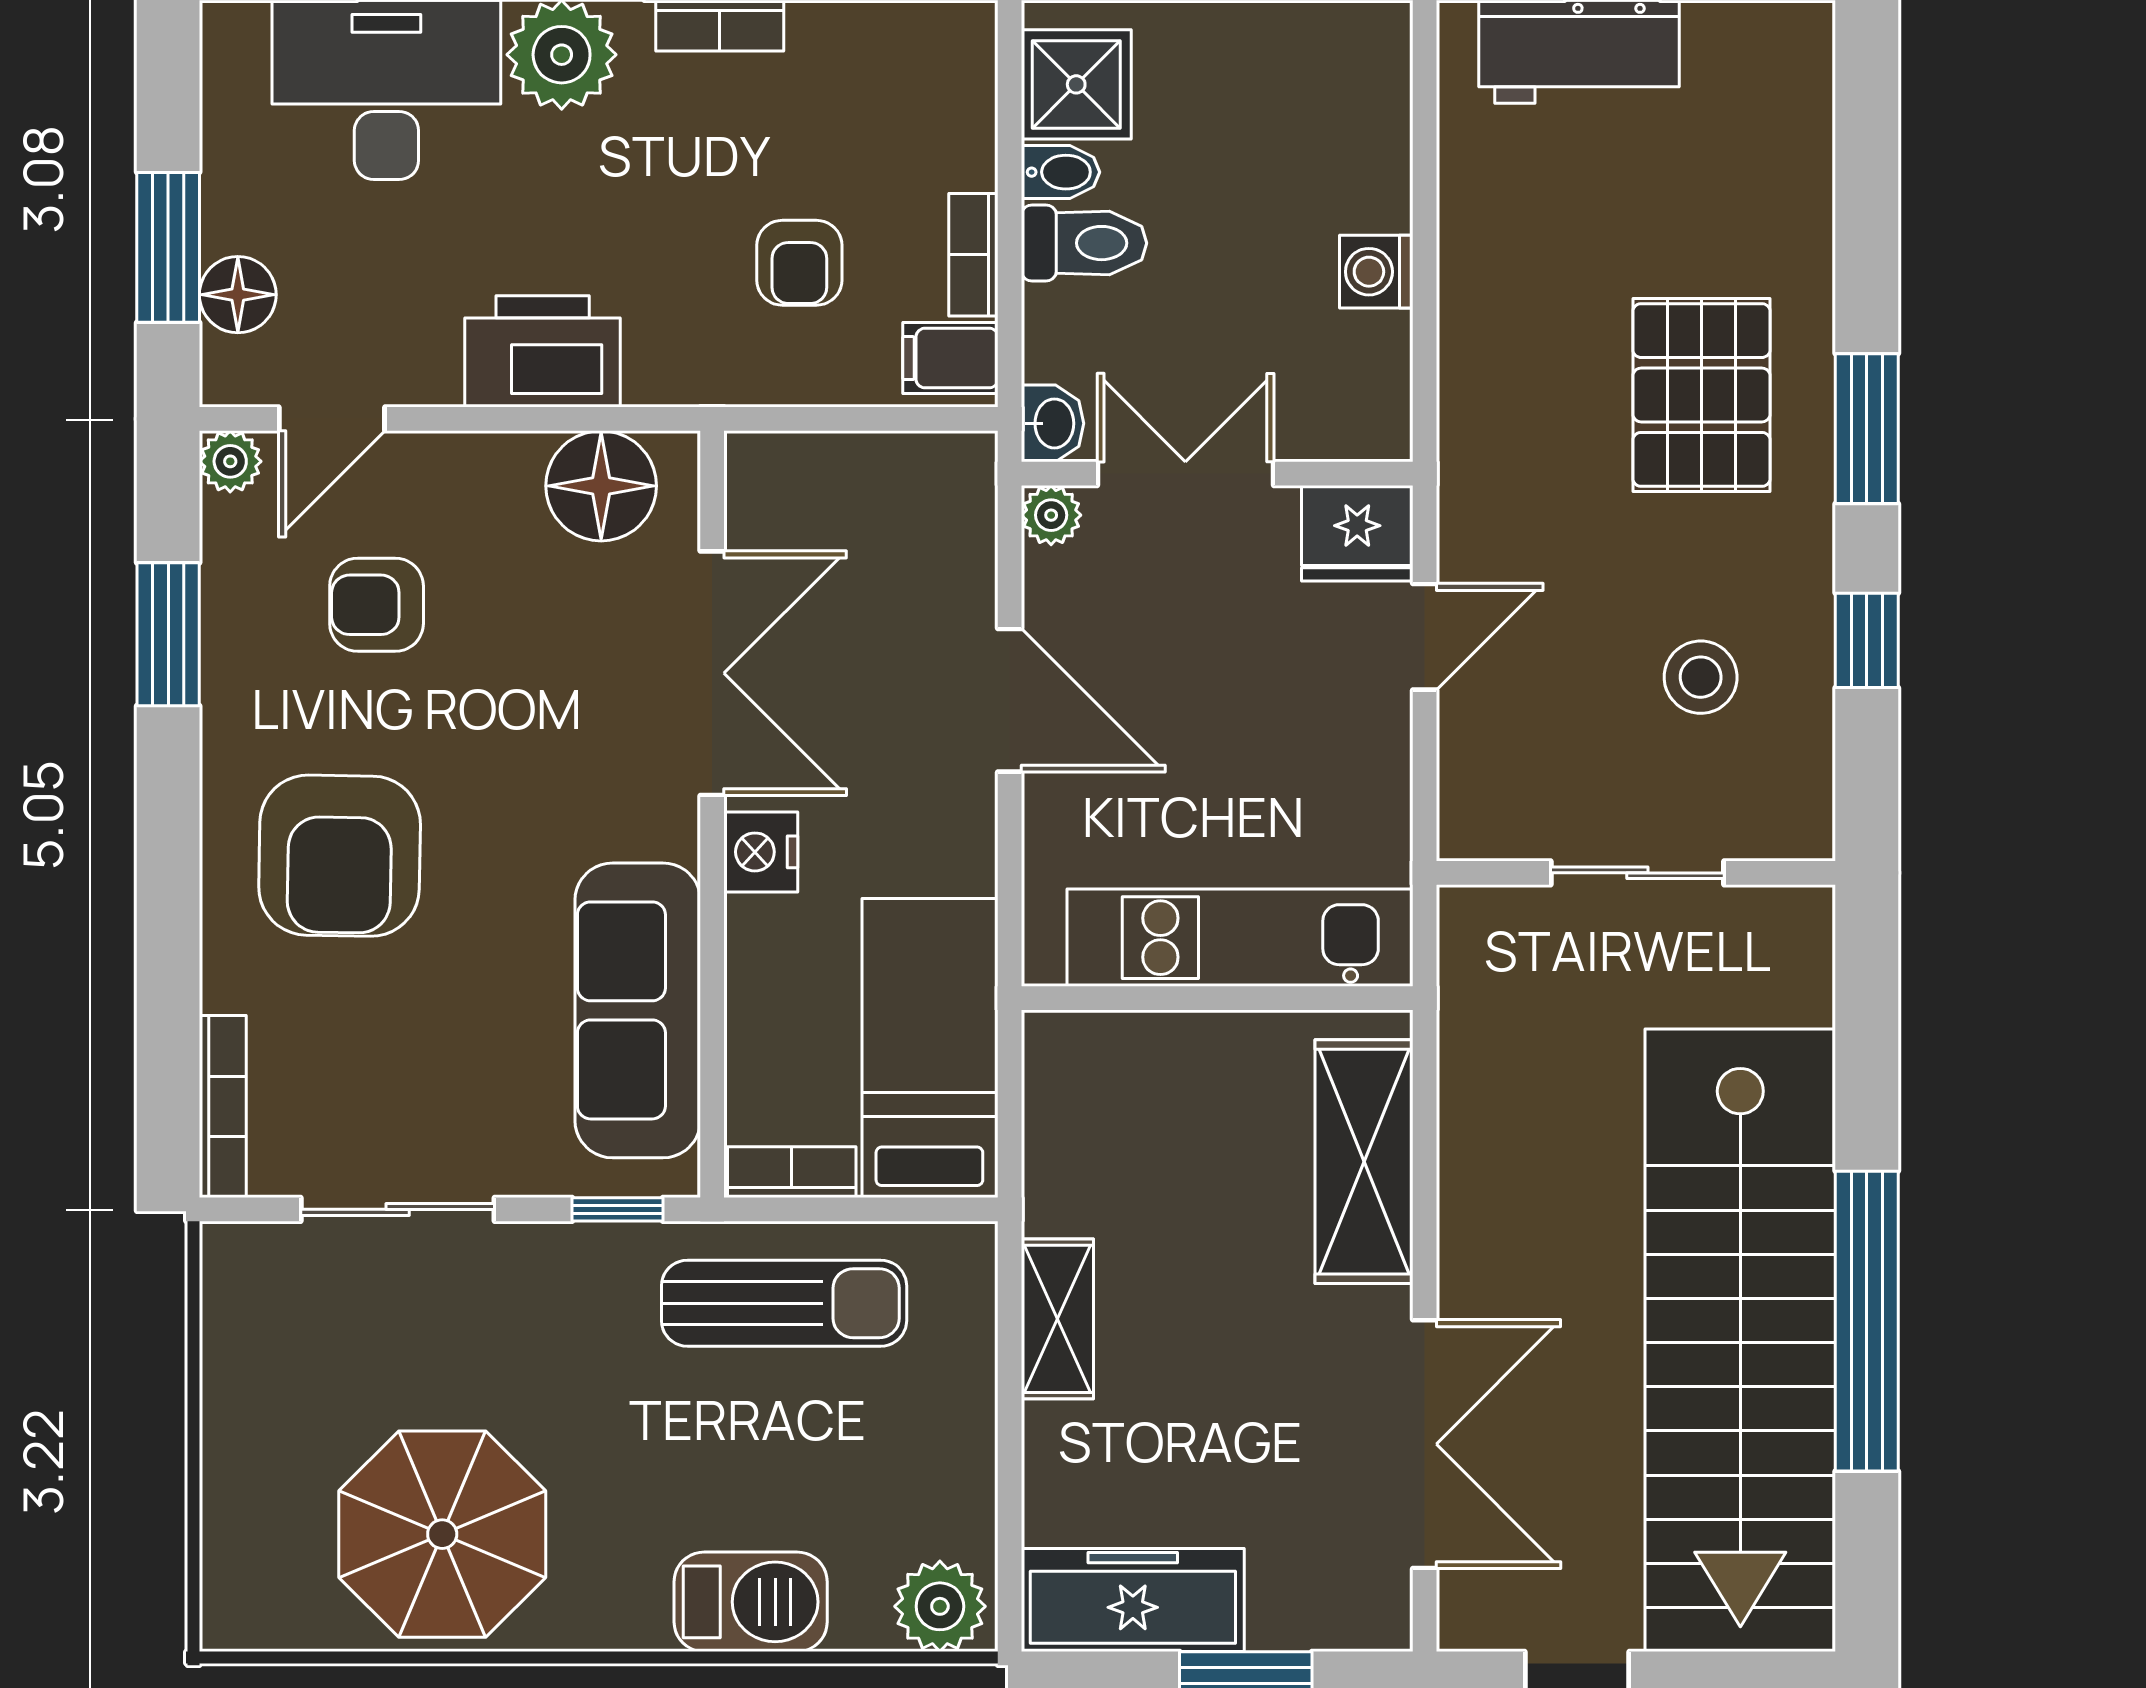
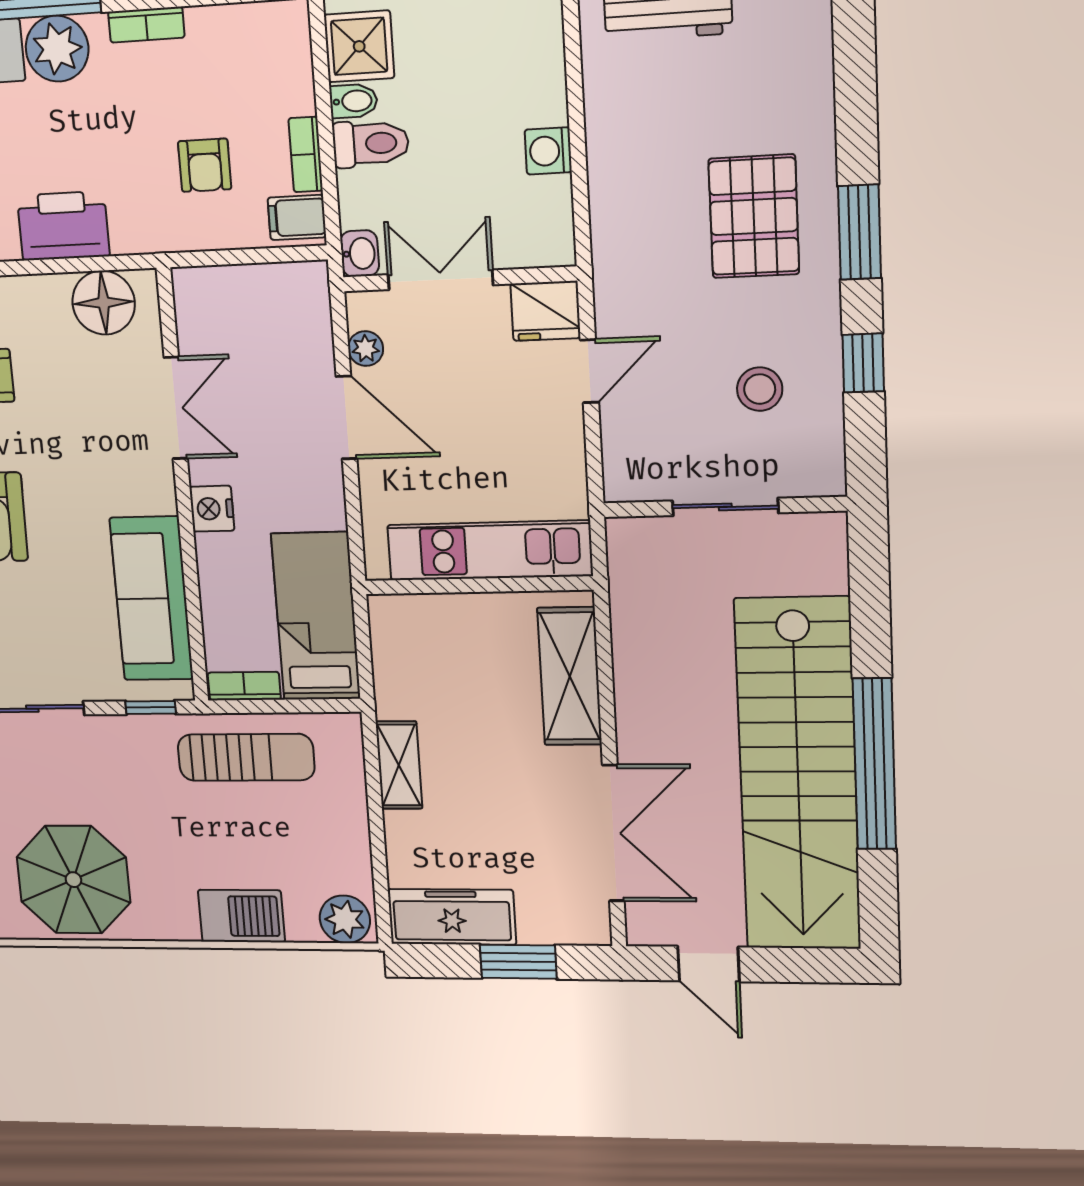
plant: (1051, 515) -> (366, 349), moved
double door: (712, 673) -> (176, 408), width x0.73

